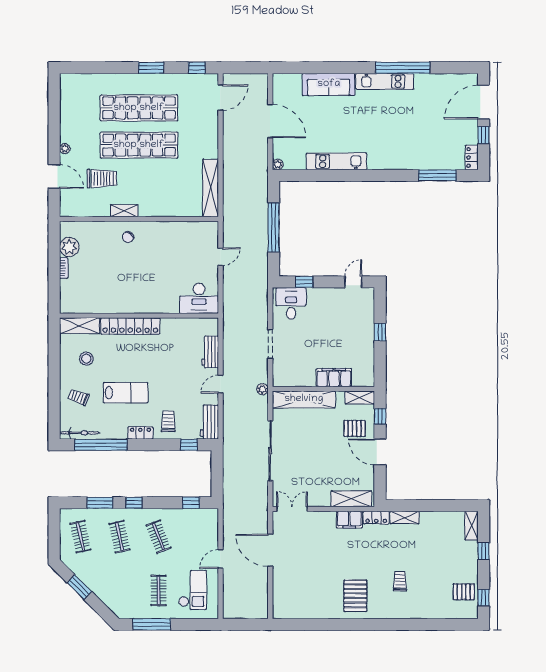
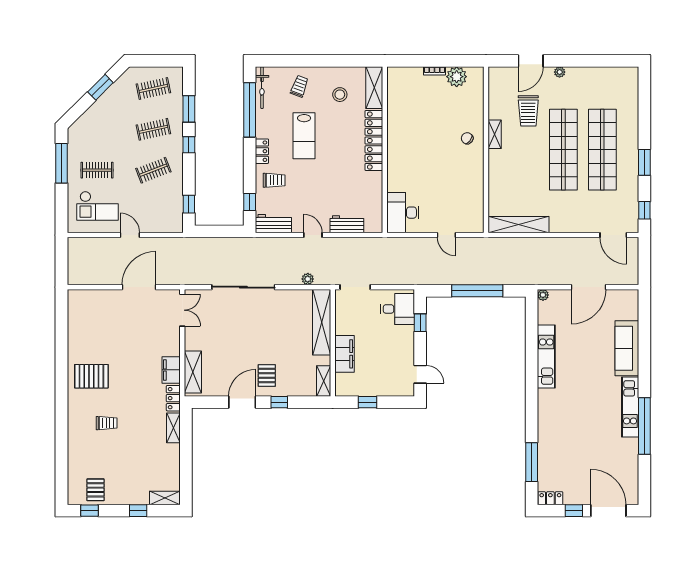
filing cabinet: (334, 378) -> (344, 354), moved
wall: (323, 389) -> (333, 343), moved
shelving: (360, 397) -> (324, 381), moved
shelving: (304, 399) -> (322, 322), moved

